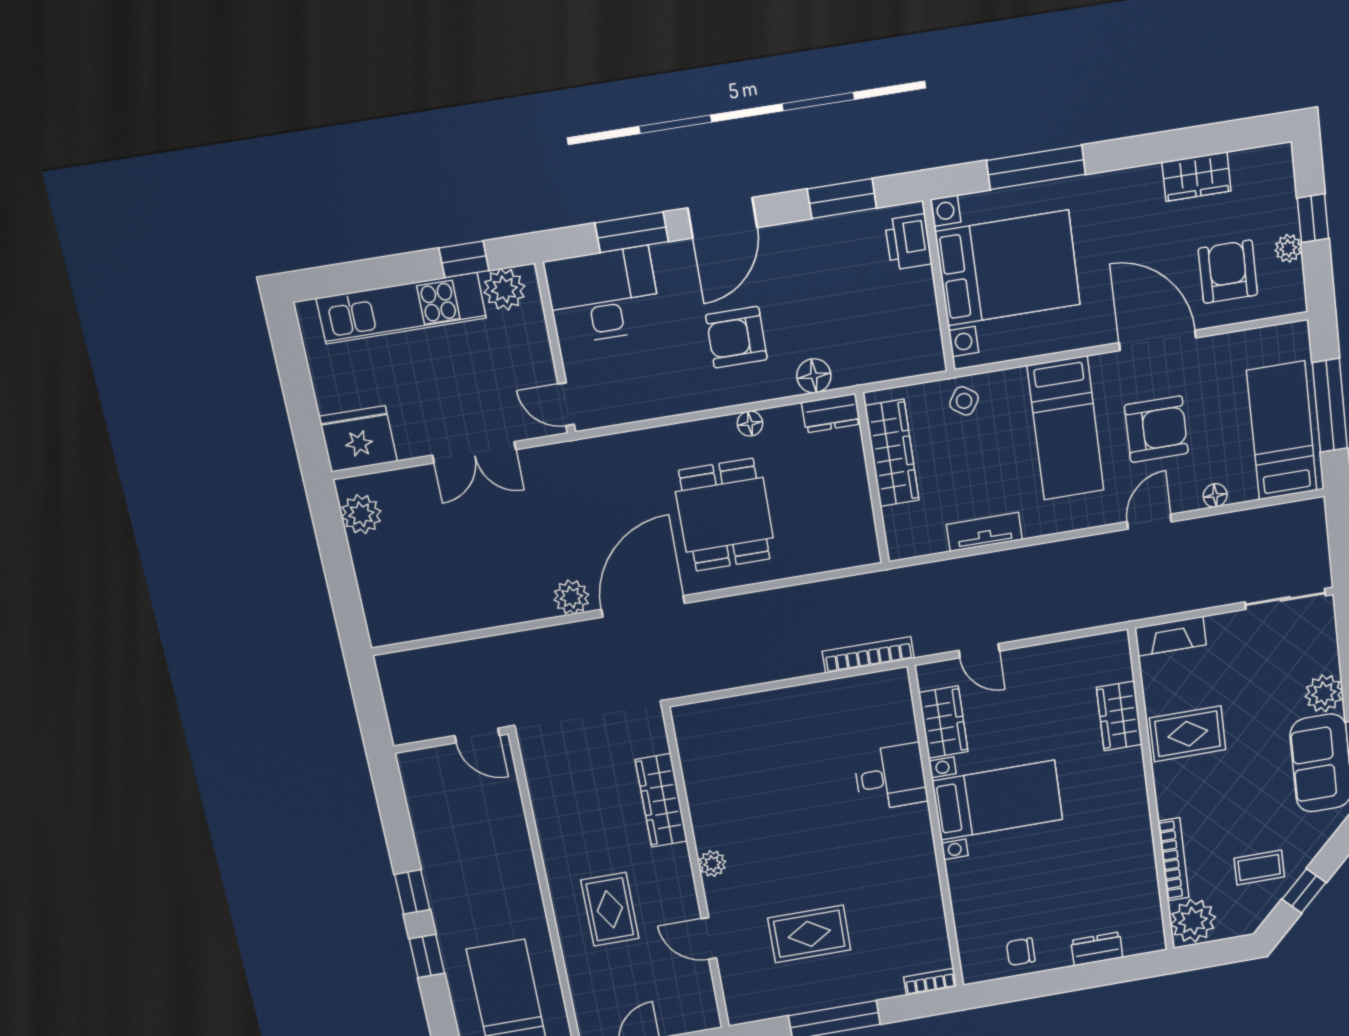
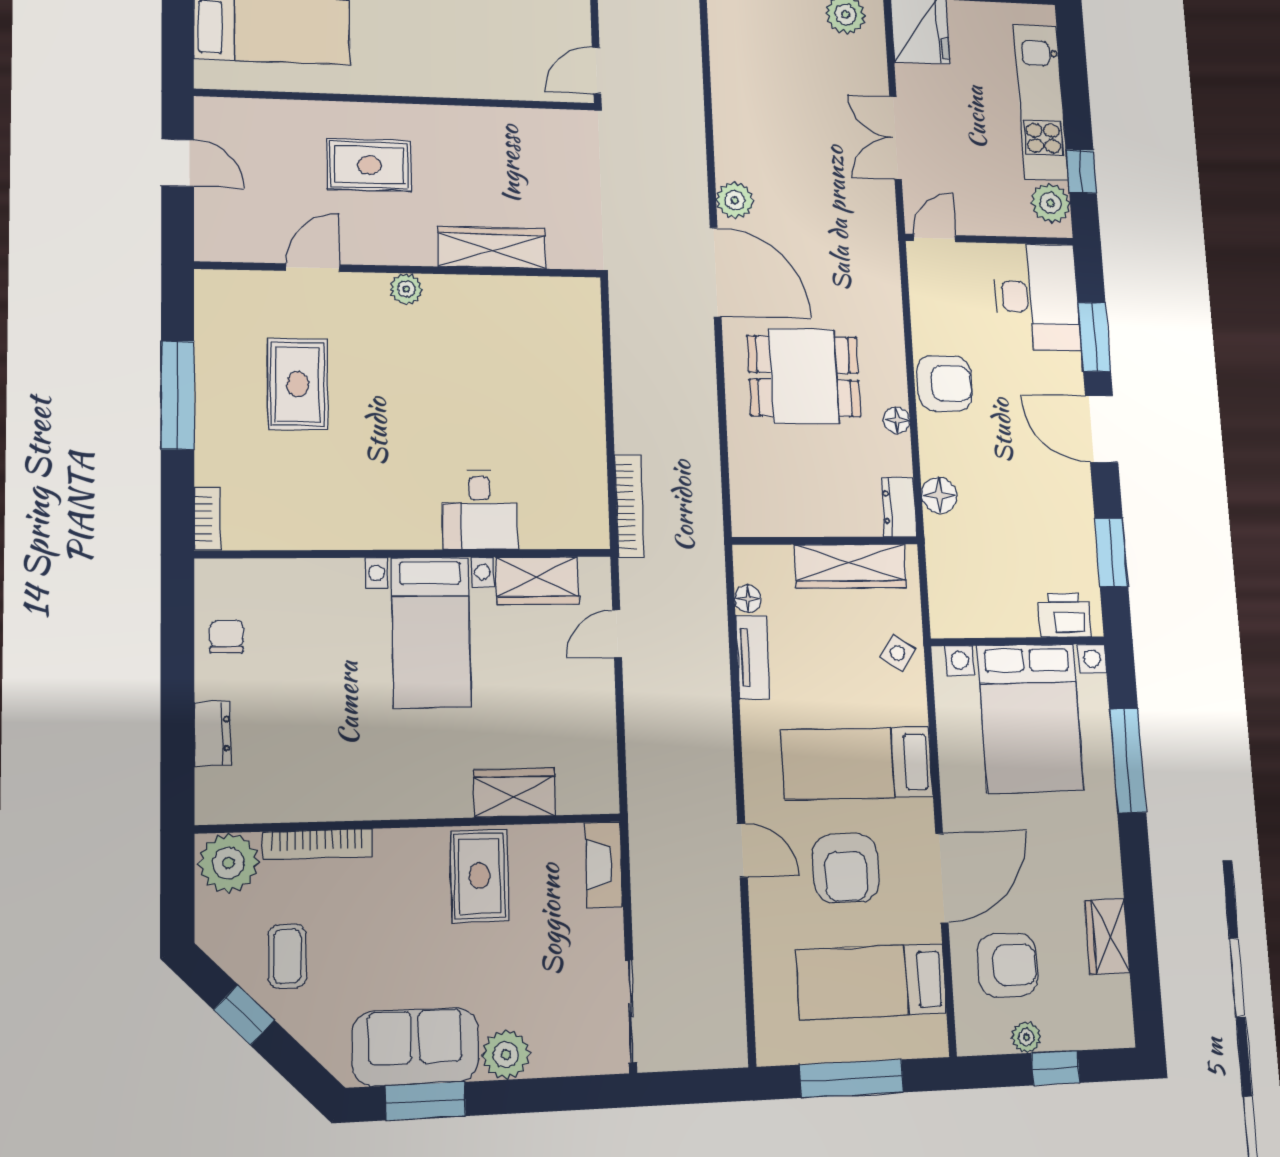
armchair: (736, 337) -> (945, 383), moved, turned 90
bed: (1282, 431) -> (872, 982), moved, turned 180
floor lamp: (1215, 495) -> (748, 599), moved

